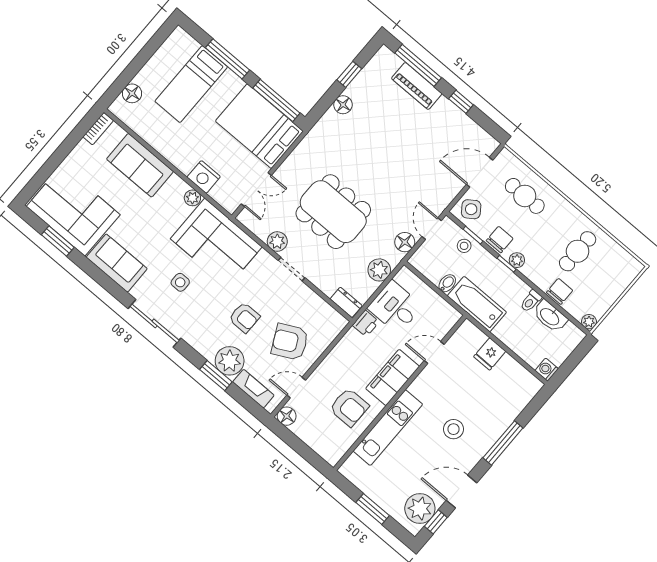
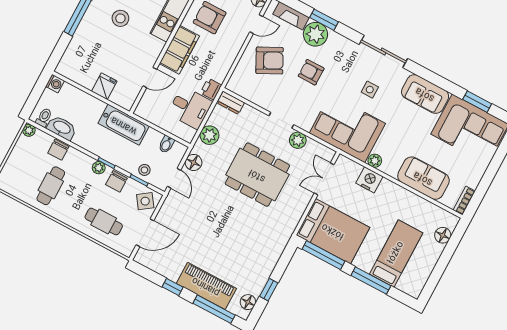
piano: (417, 86) -> (206, 286), width x1.37, depth x1.33
floor lamp: (343, 105) -> (248, 302), moved
bidet: (447, 283) -> (166, 144), moved
toilet: (531, 301) -> (44, 117), moved

